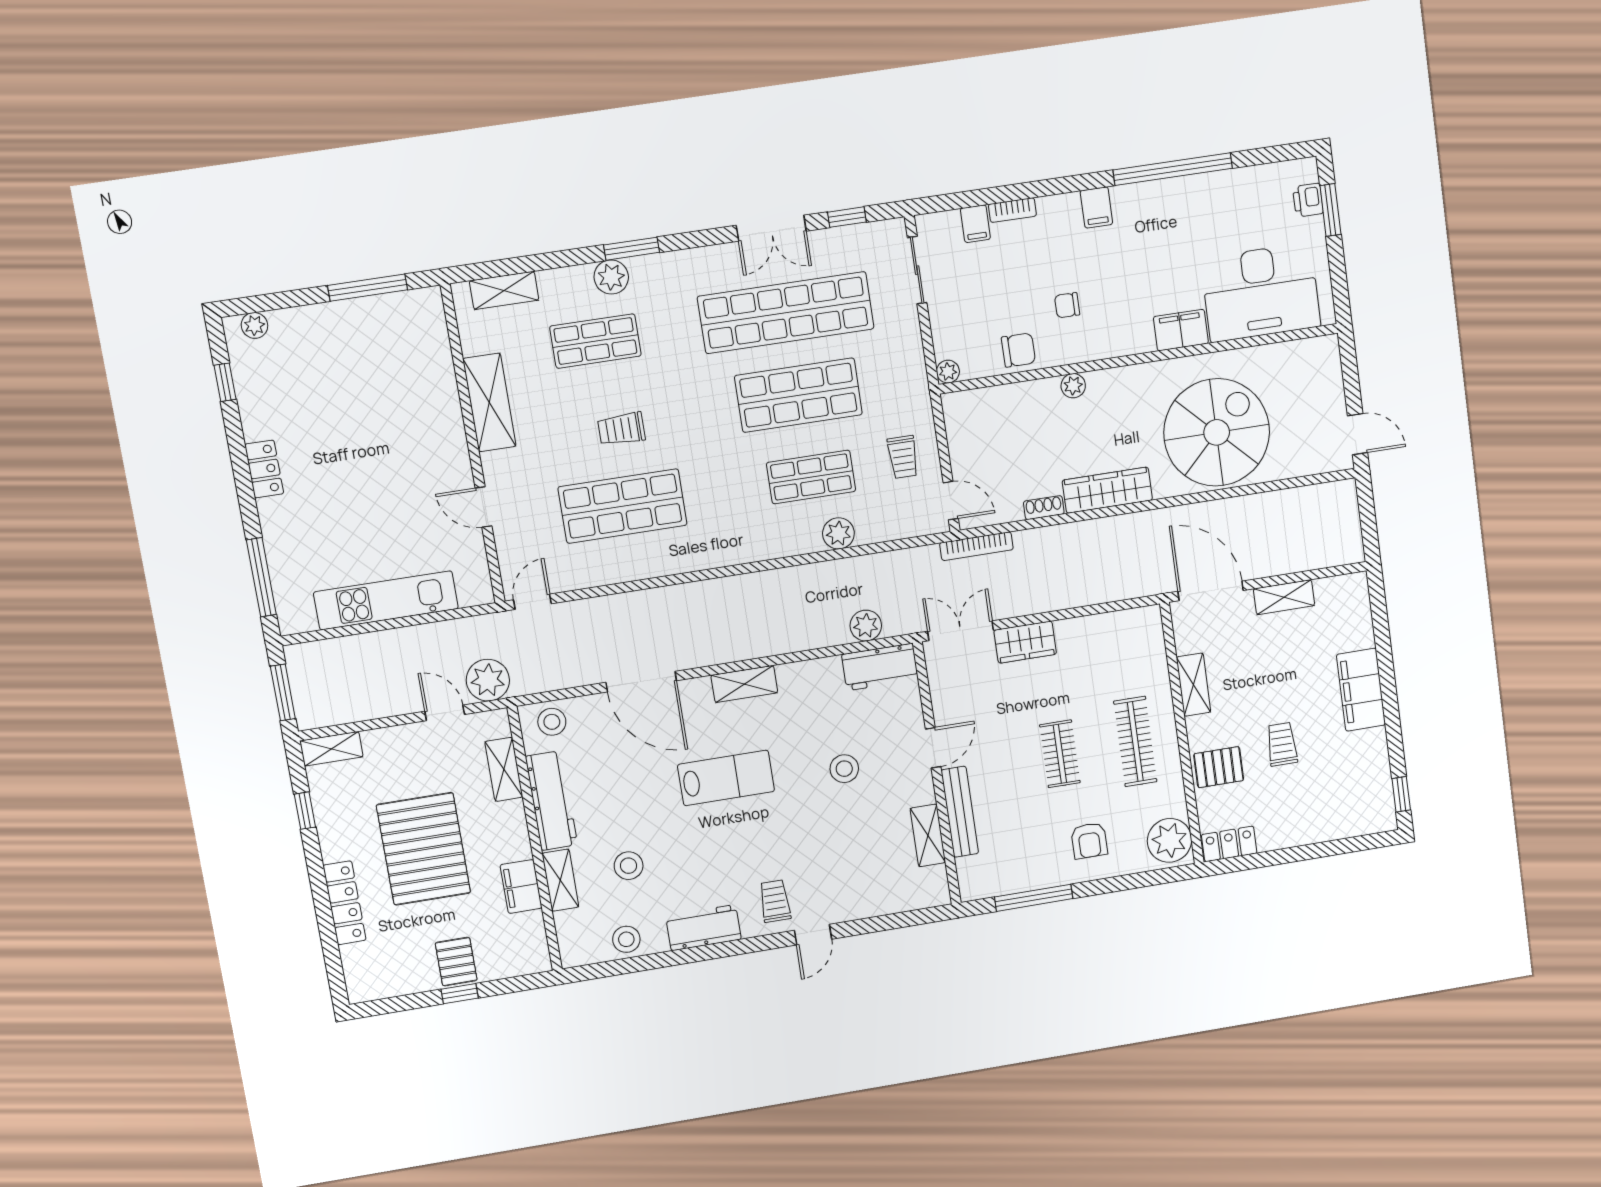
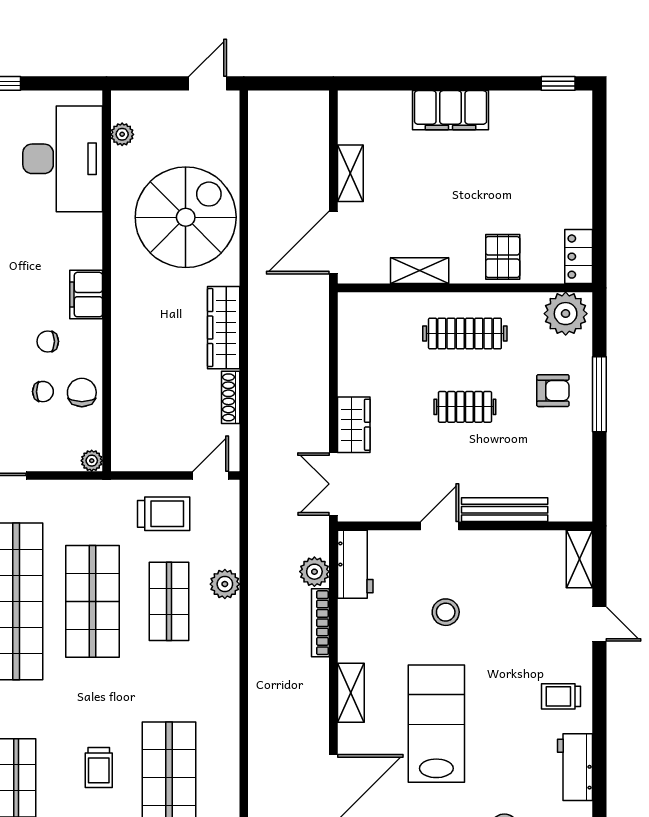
chair: (1067, 305) -> (48, 341), turned 90
chair: (1014, 308) -> (43, 392), added
filing cabinet: (1181, 330) -> (86, 295), moved
plant: (1073, 386) -> (122, 134), moved
spiral stairs: (1217, 432) -> (186, 217), turned 90
trolley: (903, 457) -> (164, 514), width x1.36, depth x1.39
shoe rack: (1044, 508) -> (231, 397), width x1.43
bookcase: (976, 546) -> (320, 623), moved, turned 180
trolley: (1282, 744) -> (491, 193), removed
door: (933, 748) -> (440, 526), hinge flipped
lab bench: (726, 778) -> (436, 724), width x1.36, depth x1.39
shelving: (928, 835) -> (579, 559), moved, turned 90
window: (1034, 898) -> (599, 394), moved
door: (813, 935) -> (599, 624), moved

